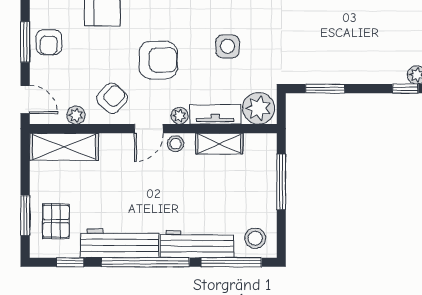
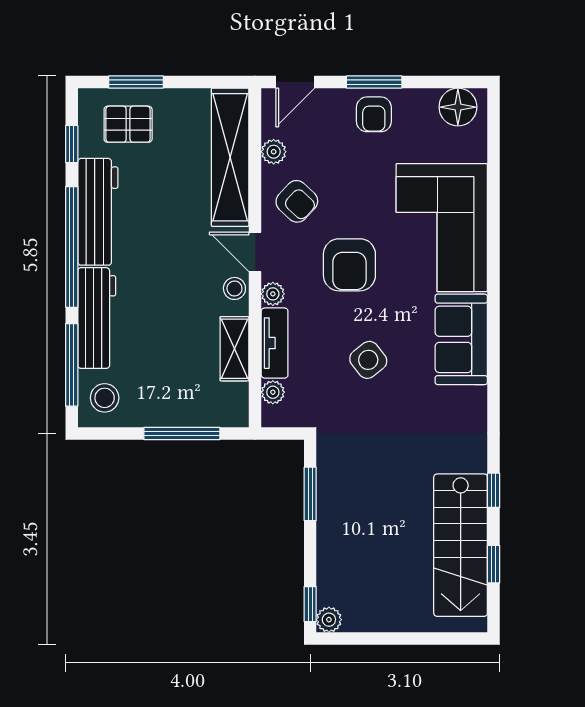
armchair: (49, 42) -> (374, 114), turned -90
side table: (228, 46) -> (368, 360), turned -38
plant: (259, 108) -> (273, 392), width x0.53, depth x0.53
shelving: (64, 147) -> (230, 157), width x1.47

